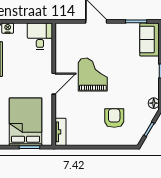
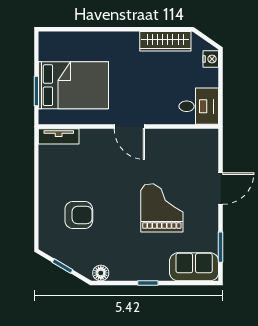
grand piano: (93, 74) -> (162, 208), moved, turned -90

